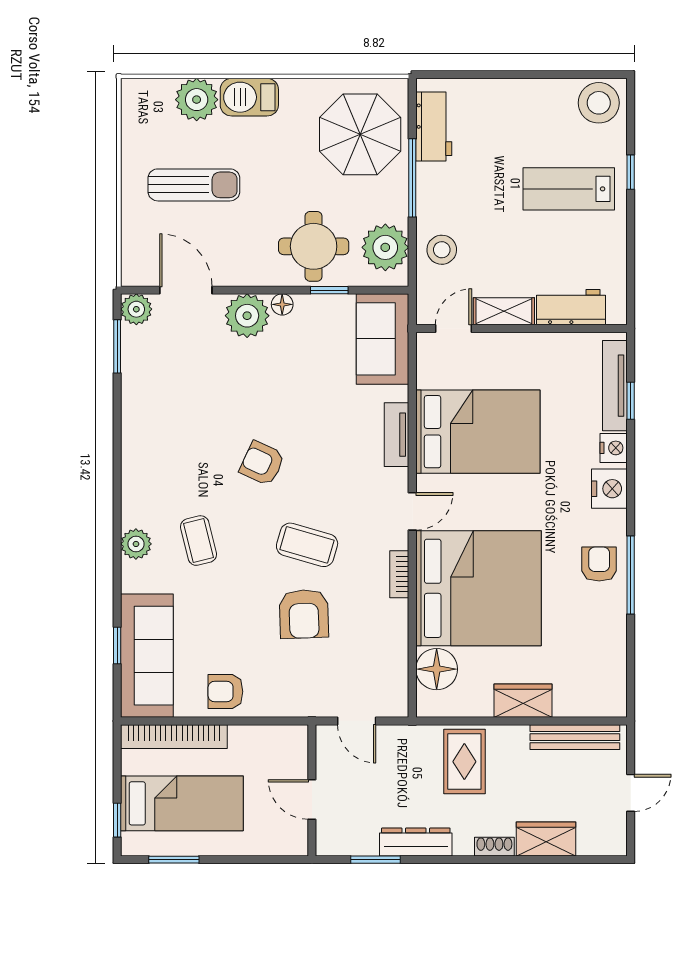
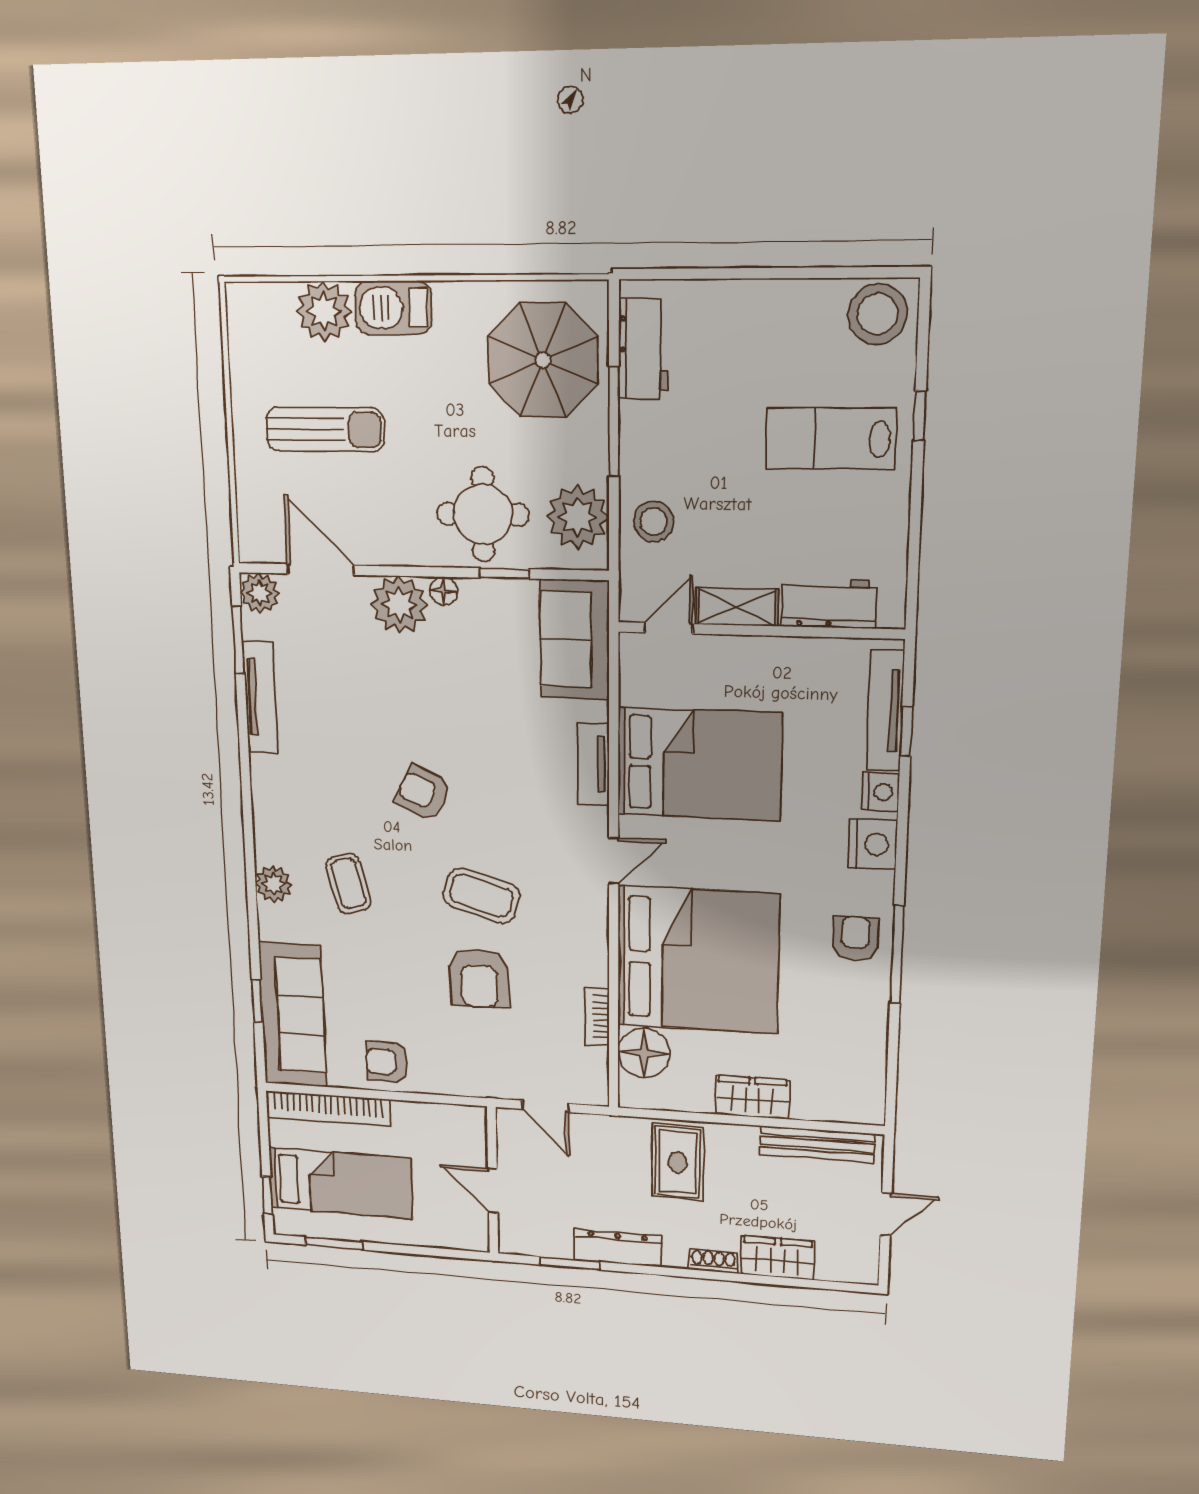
tv unit: (133, 391) -> (260, 697), added
bookcase: (399, 574) -> (597, 1017), moved

